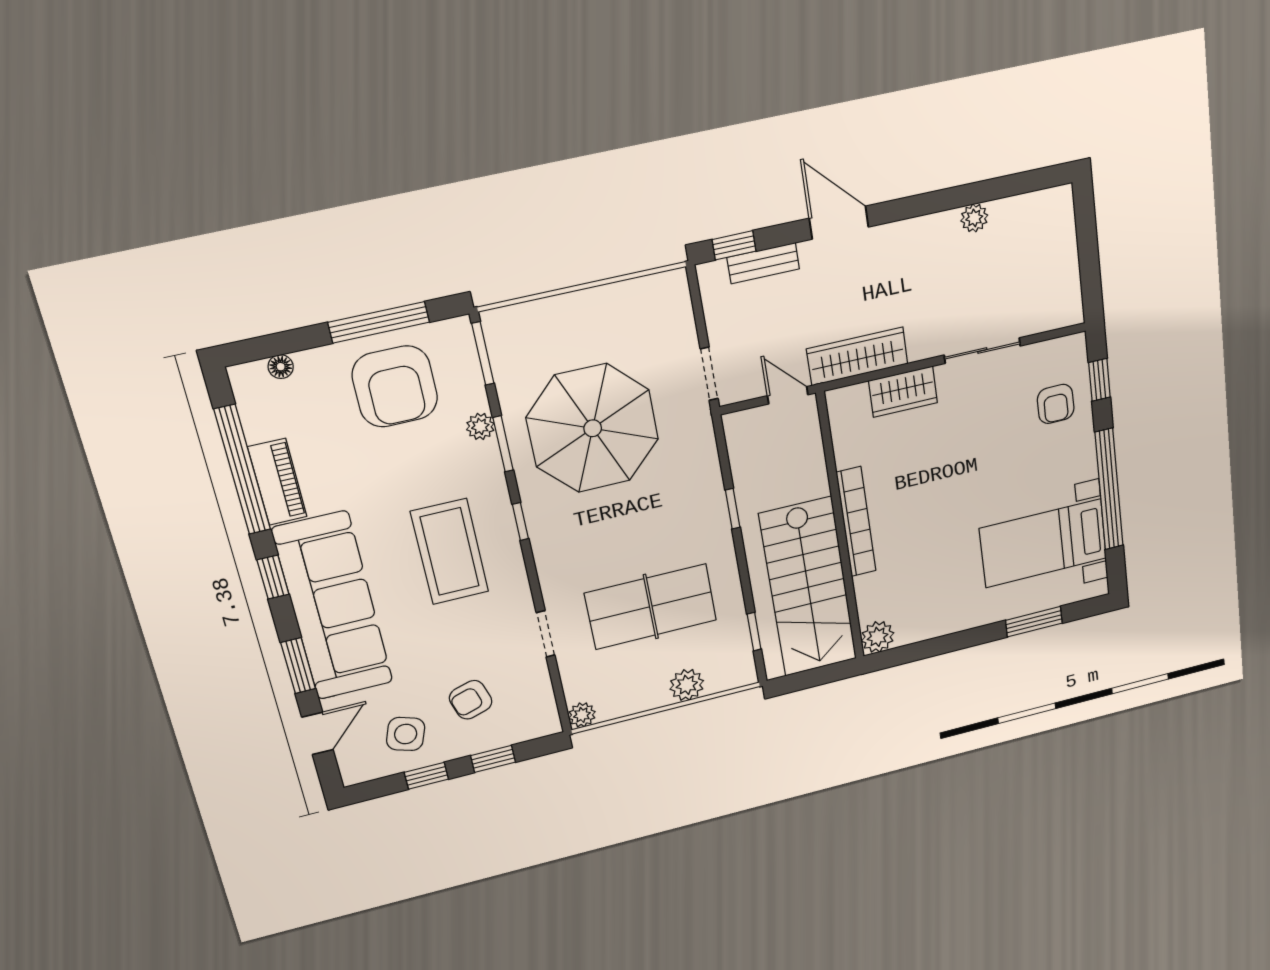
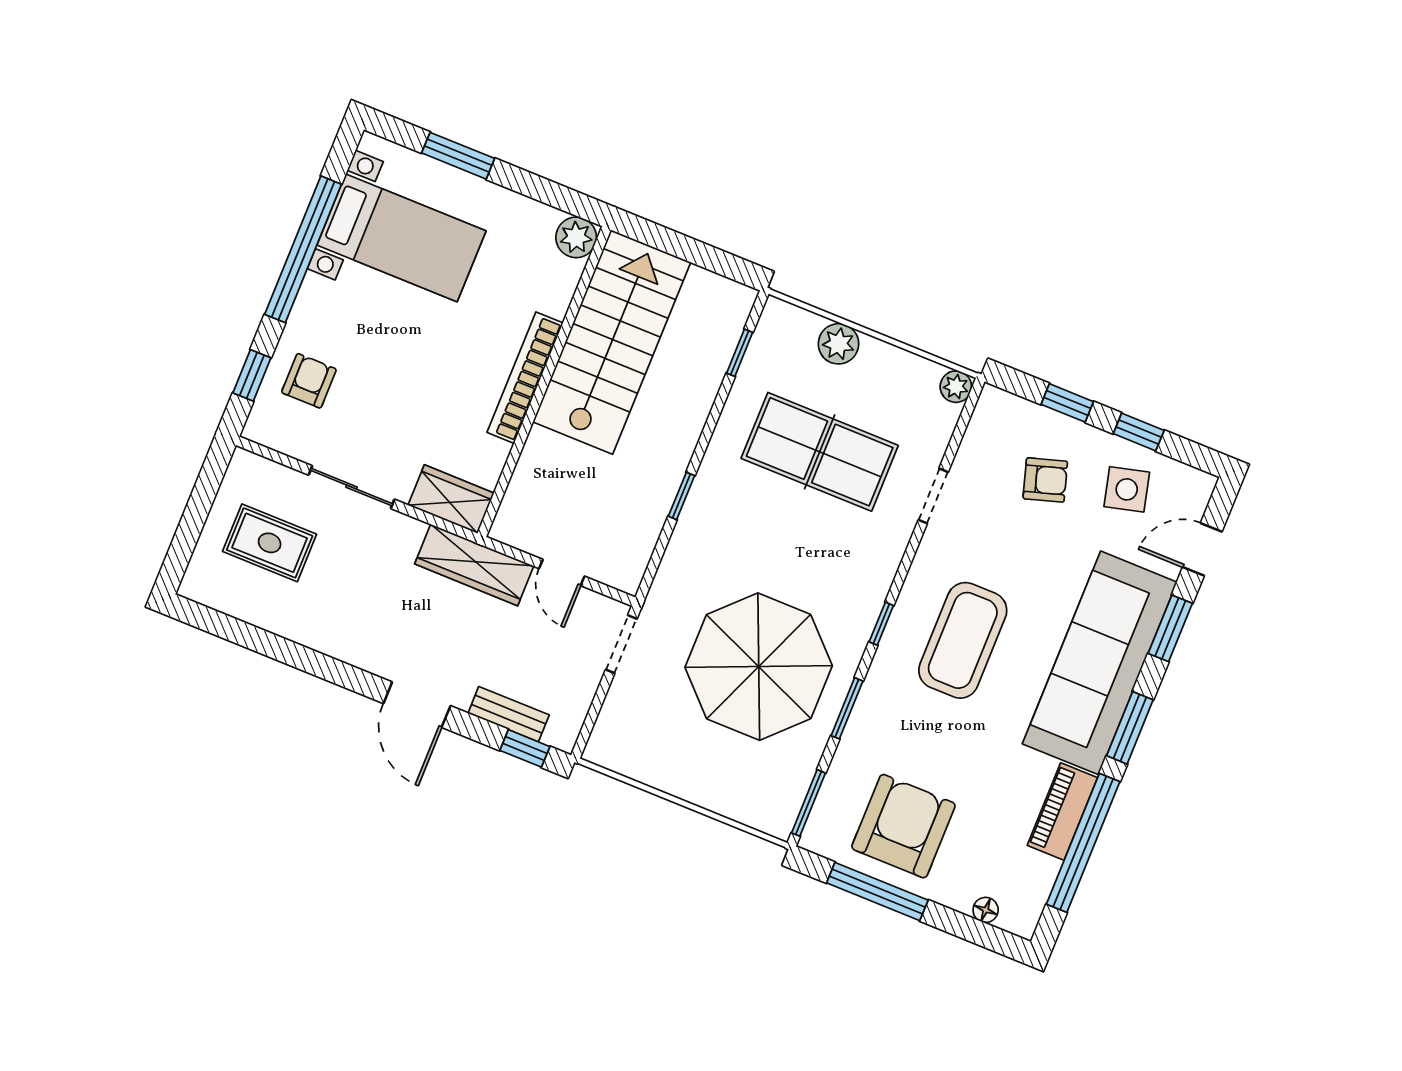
plant: (974, 218) -> (288, 623), removed
rug: (1021, 269) -> (270, 543), added
plant: (480, 426) -> (856, 738), removed
bookcase: (856, 522) -> (525, 378), moved
wall: (840, 529) -> (544, 382), moved
window: (273, 577) -> (1130, 728), width x1.50
stairs: (808, 587) -> (612, 342), moved
plant: (878, 637) -> (576, 237), moved
side table: (406, 734) -> (1127, 489), turned -33

